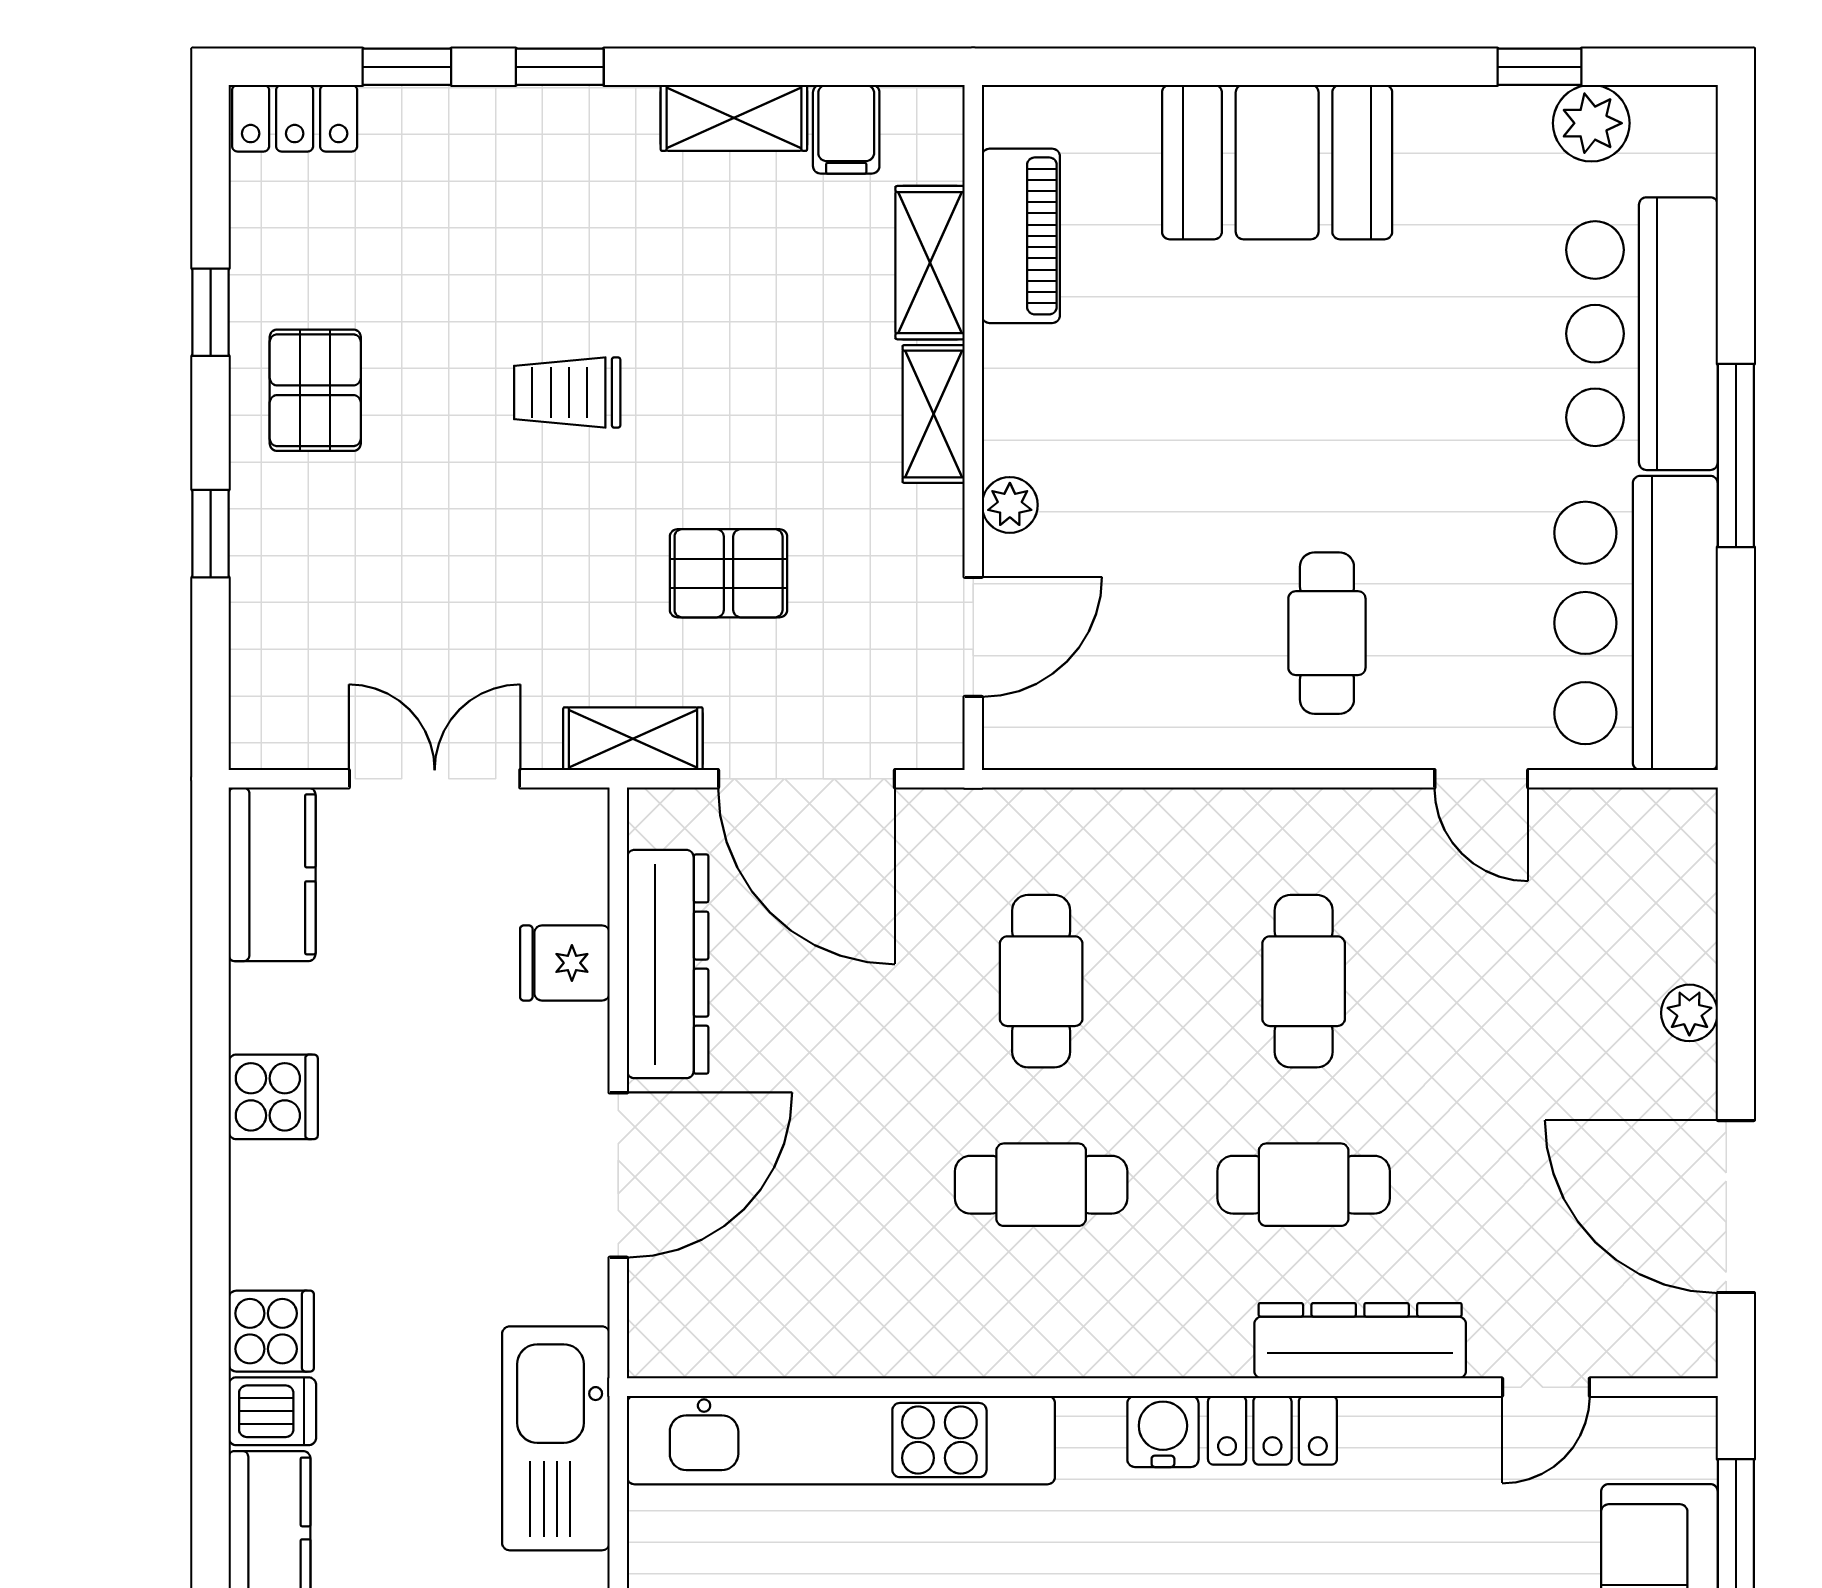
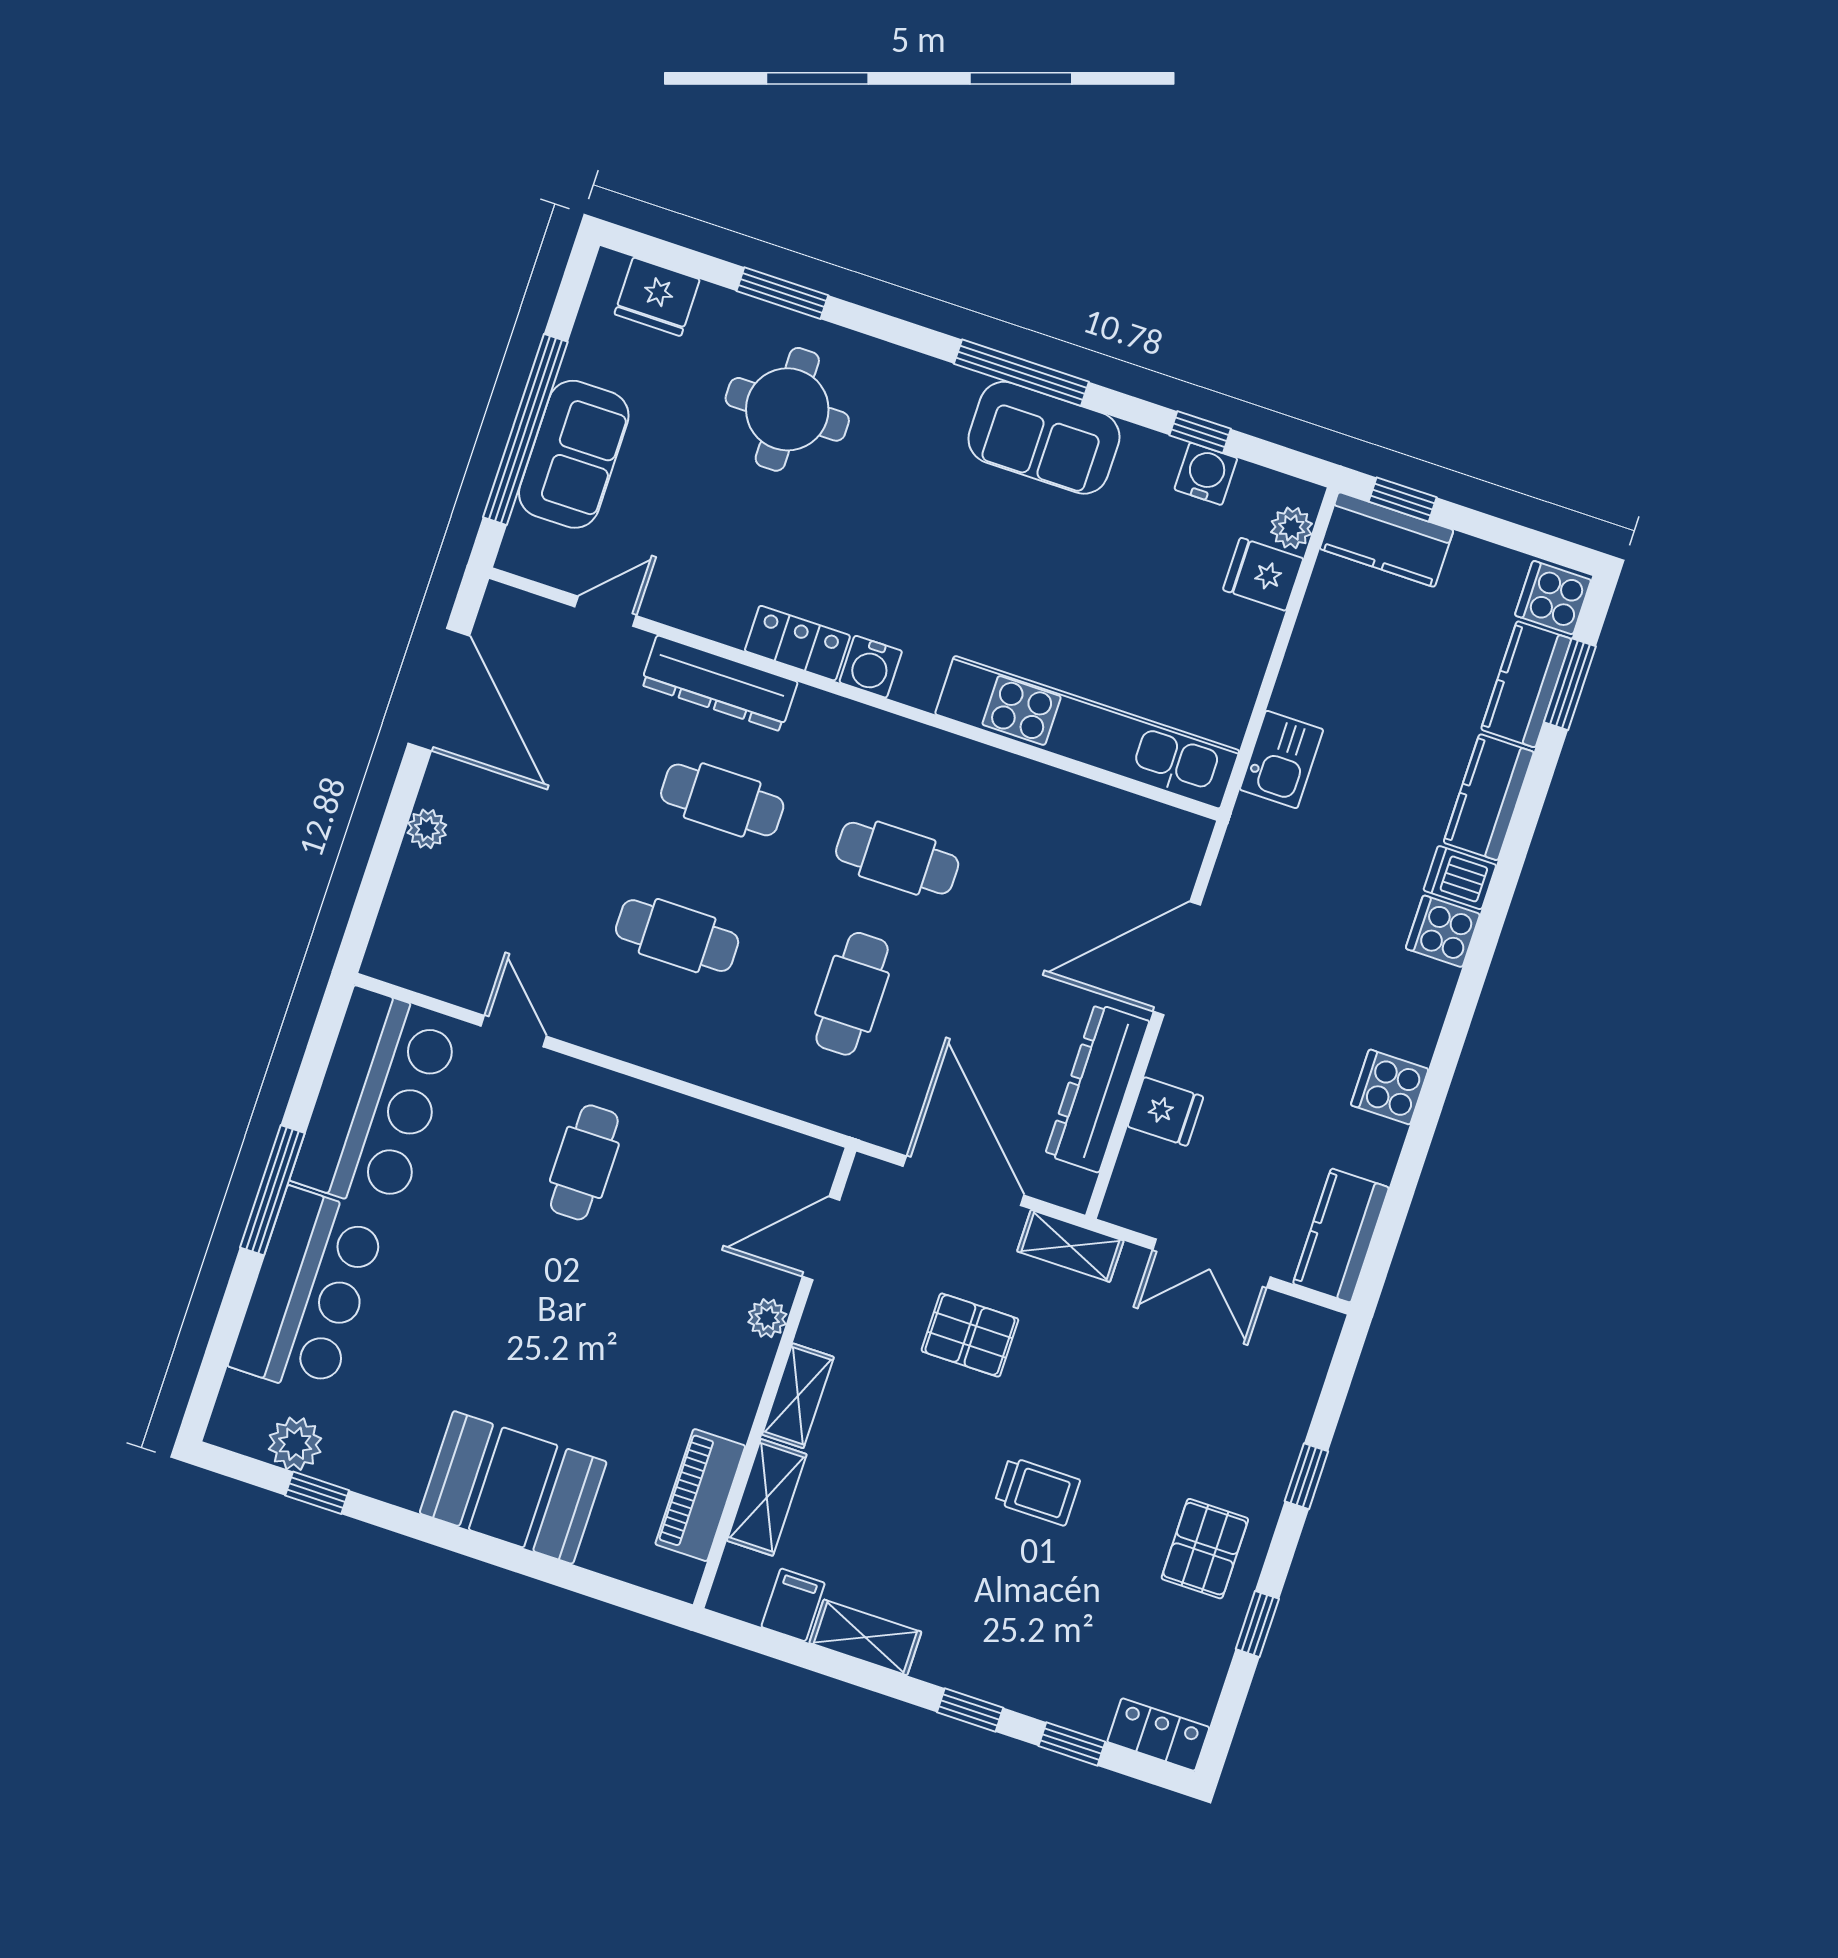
cafe table: (1304, 981) -> (677, 936), turned 90
kitchen sink: (556, 1438) -> (1281, 760), width x0.53, depth x0.81

